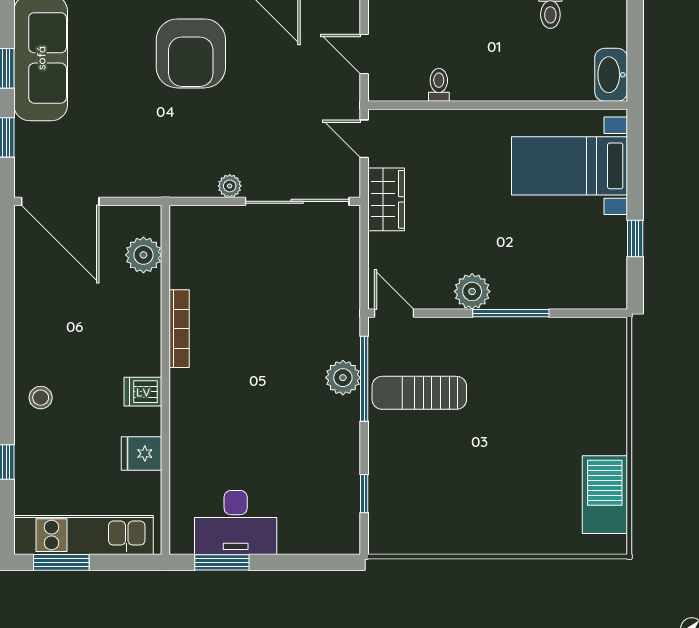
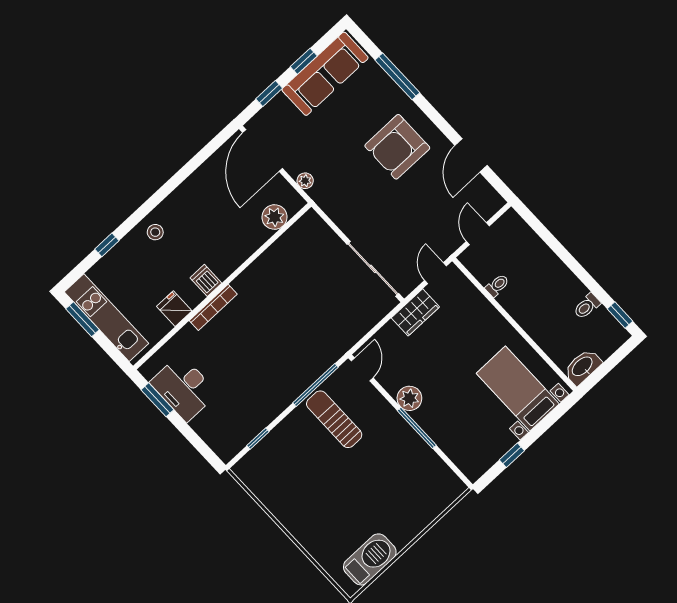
plant: (230, 186) -> (305, 181), moved
bookcase: (179, 329) -> (213, 307), moved
plant: (343, 378) -> (306, 374), removed

